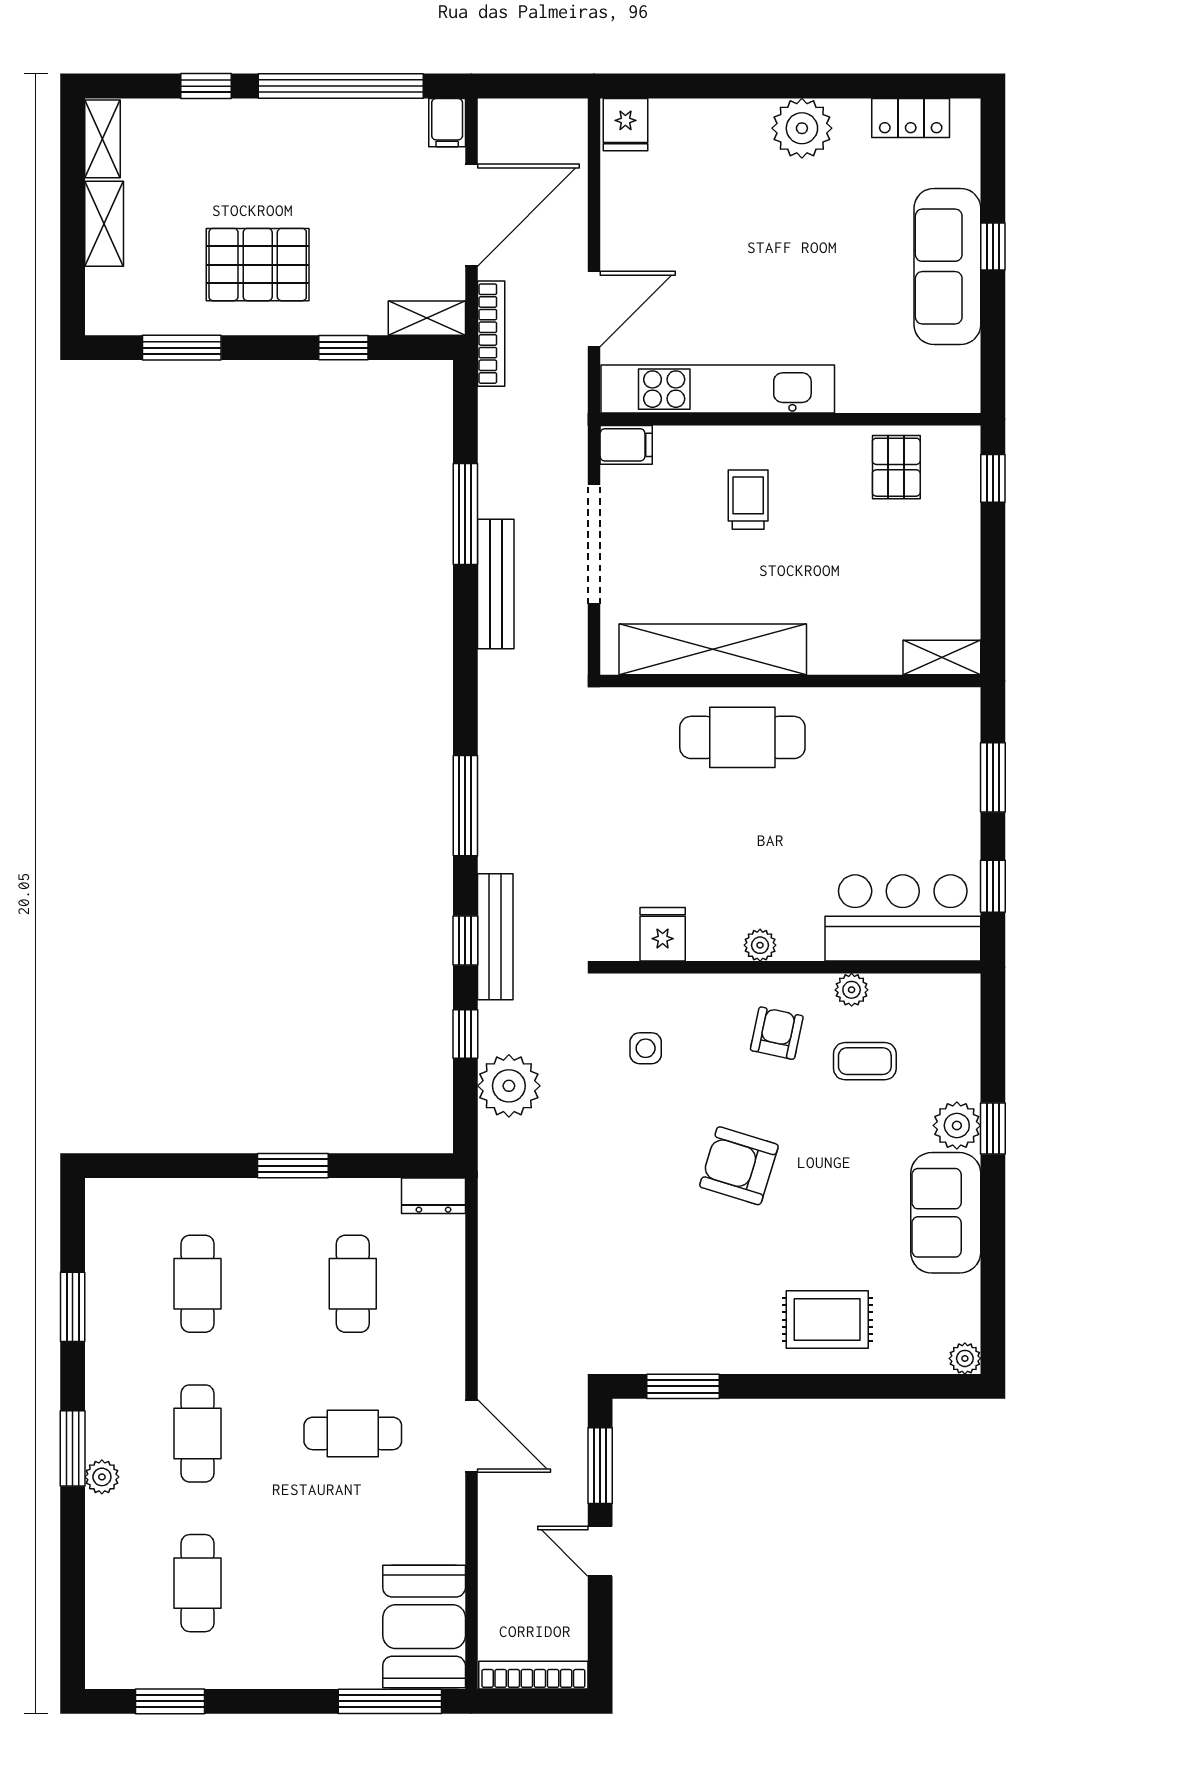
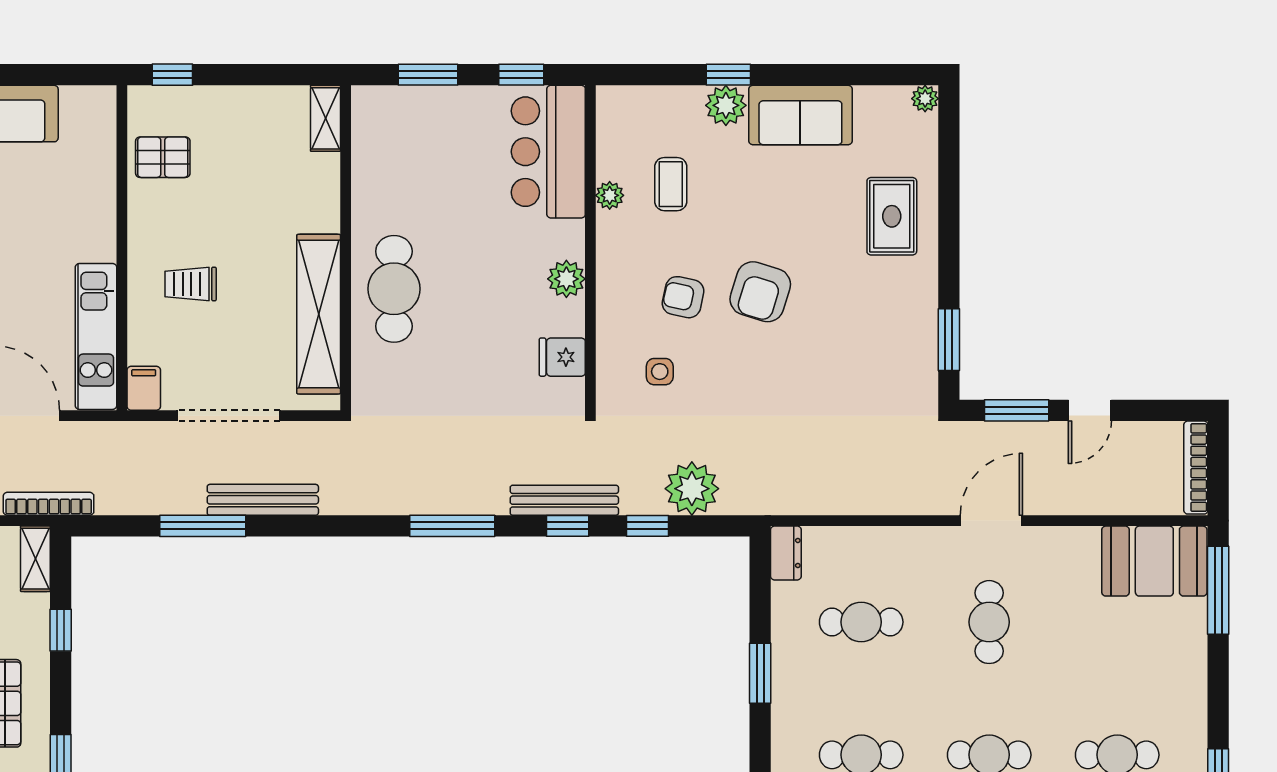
kitchen unit: (718, 389) -> (96, 336), width x0.73
plant: (760, 945) -> (566, 279), width x1.38, depth x1.38
armchair: (777, 1033) -> (683, 297), moved

